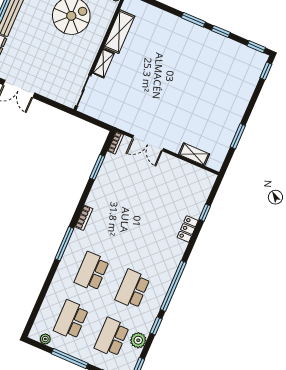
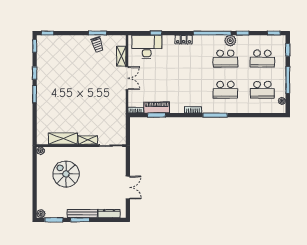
trolley: (223, 130) -> (97, 45), added
double door: (148, 143) -> (127, 78), moved
piano: (107, 172) -> (157, 108), added
desk: (192, 193) -> (147, 47), added
locker: (188, 229) -> (184, 40), moved
plant: (138, 340) -> (230, 41), moved

